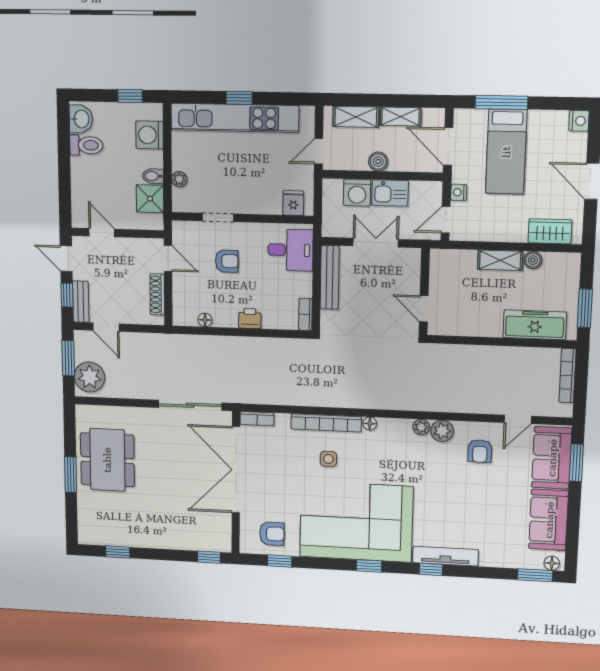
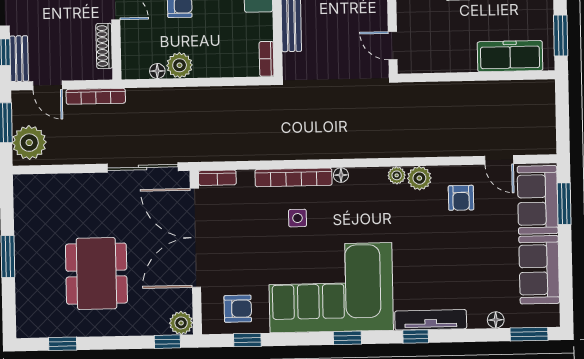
plant: (225, 316) -> (180, 65), added
printer: (250, 318) -> (206, 67), removed
bookcase: (568, 376) -> (96, 96), moved, turned -90
door: (518, 419) -> (499, 160), hinge flipped
dining table: (107, 460) -> (96, 274), moved
plant: (221, 542) -> (181, 323), added
floor lamp: (552, 563) -> (496, 320), moved

